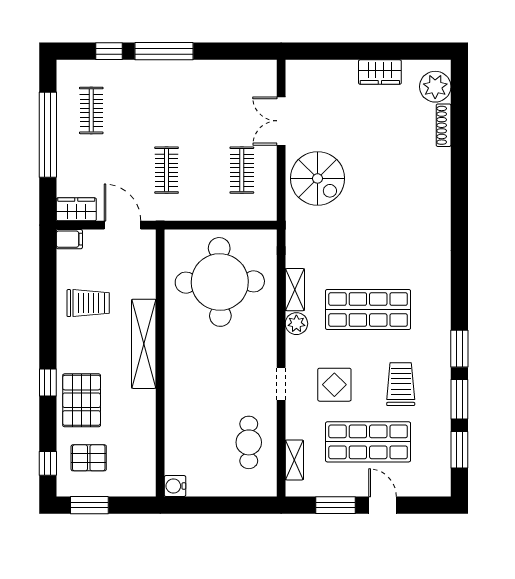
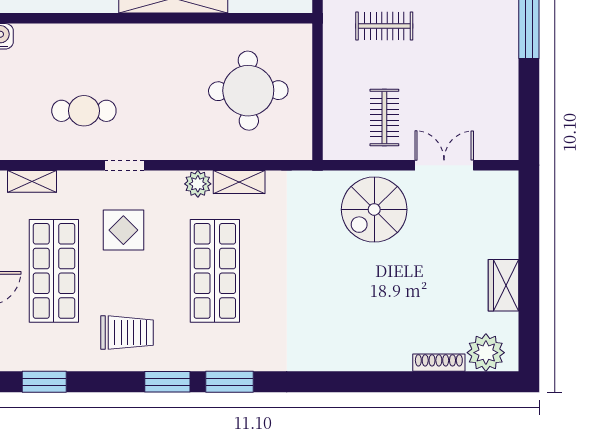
clothes rail: (242, 170) -> (384, 117), turned 90
round table: (220, 282) -> (248, 91), width x0.73, depth x0.73
trolley: (401, 384) -> (127, 333), moved
window: (459, 399) -> (229, 382), moved
cafe table: (249, 442) -> (84, 111), moved

